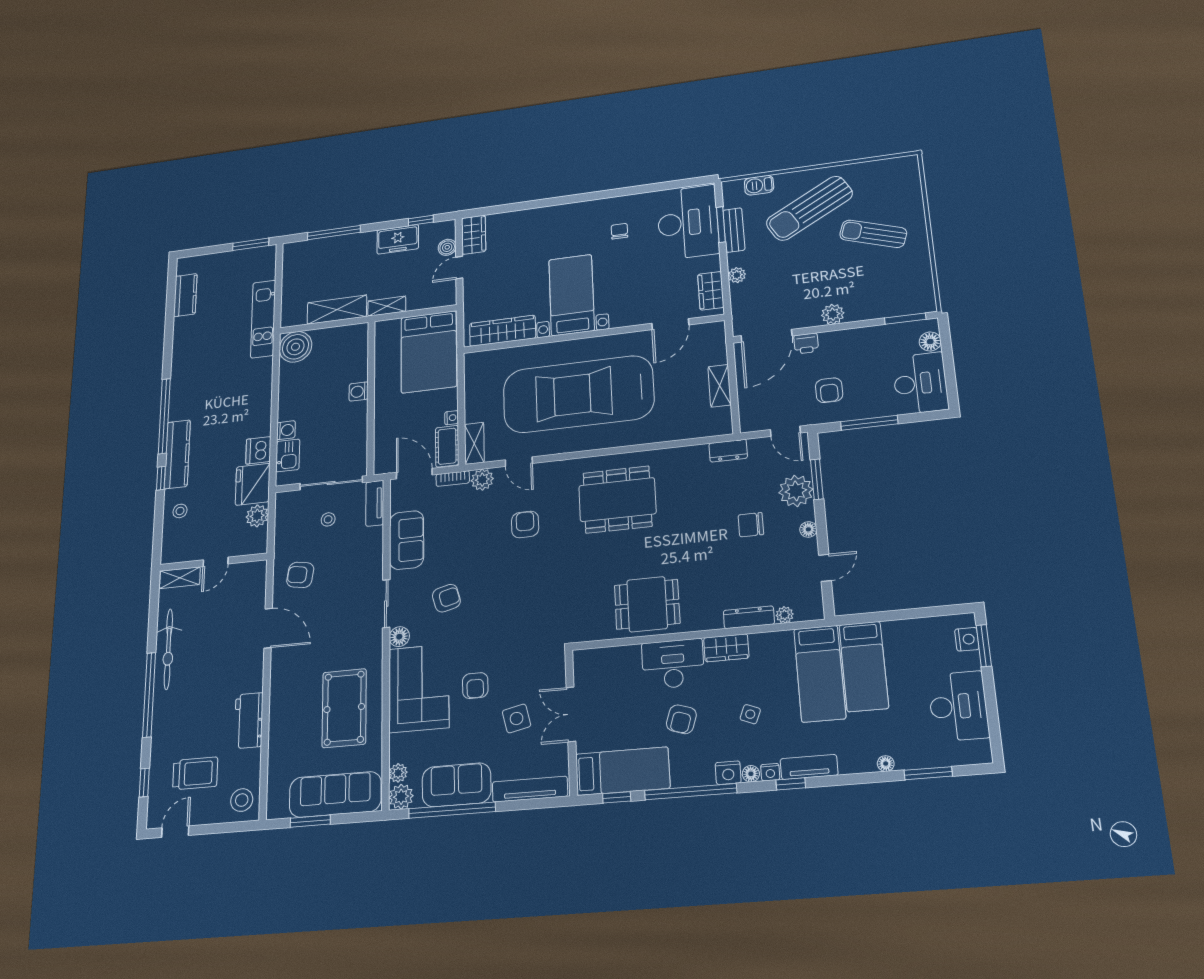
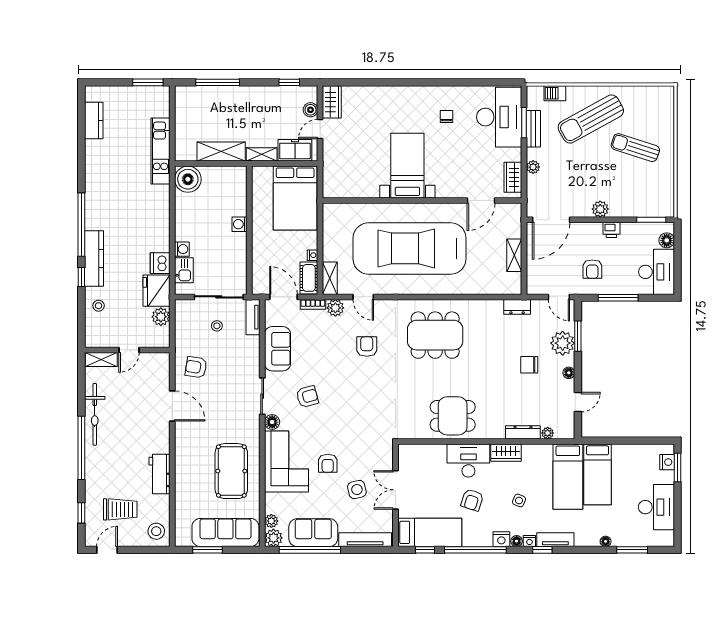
freezer: (398, 239) -> (295, 150), moved, turned 180
wardrobe: (503, 331) -> (353, 188), removed
printer: (806, 343) -> (611, 230), moved

